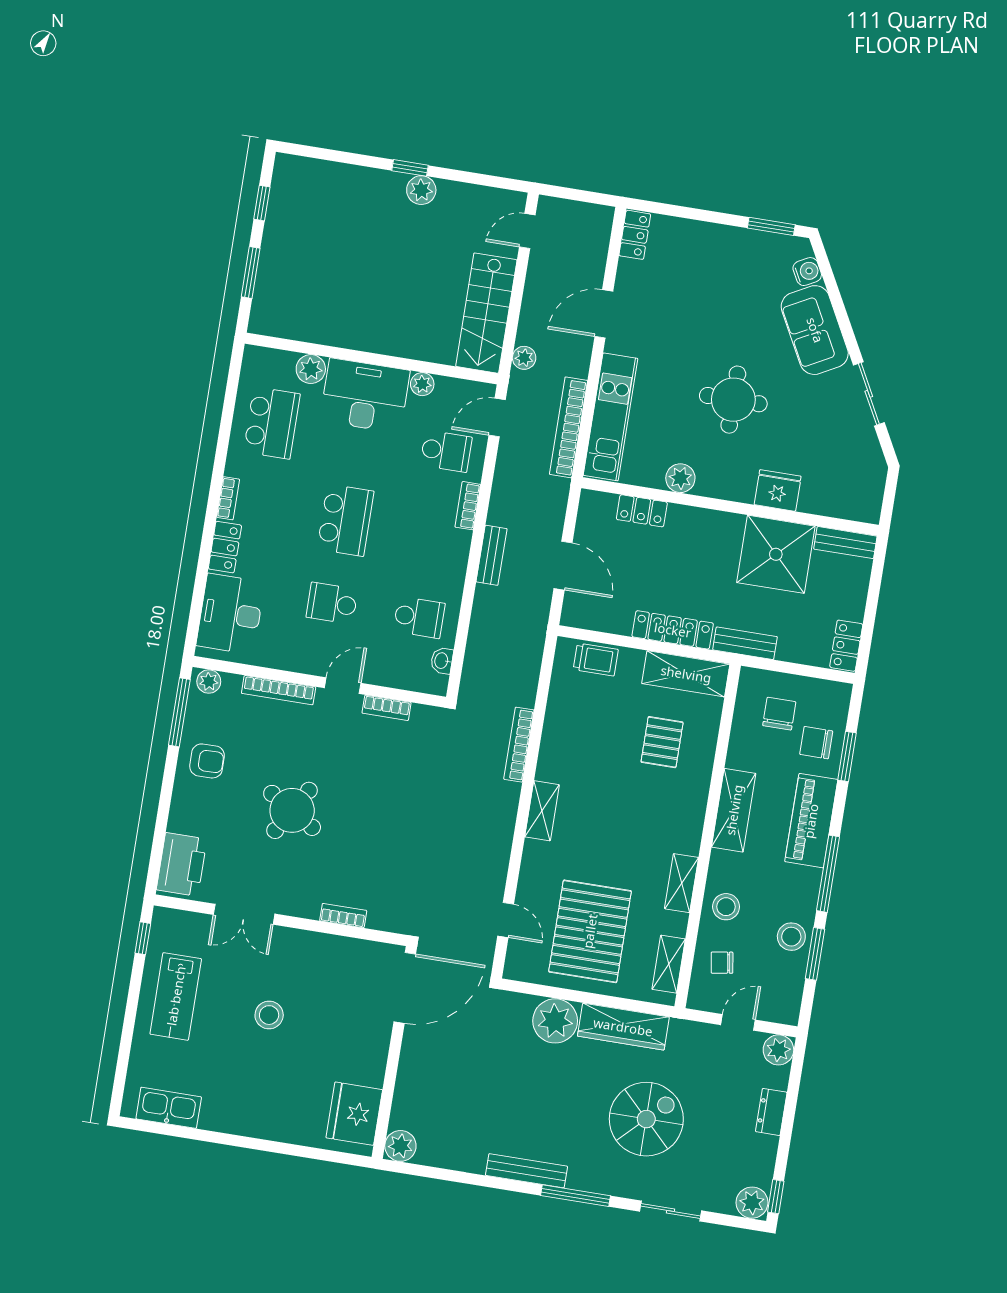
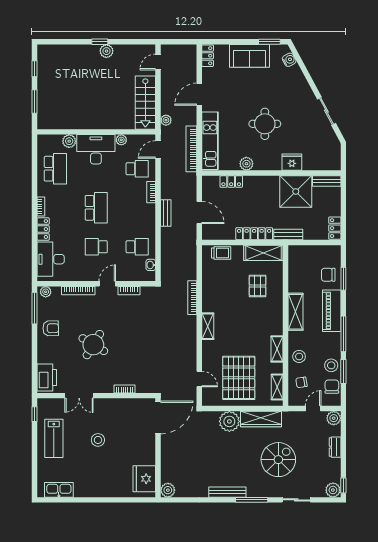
sofa: (815, 330) -> (250, 56), moved, turned -62
chair: (779, 714) -> (332, 387), moved

